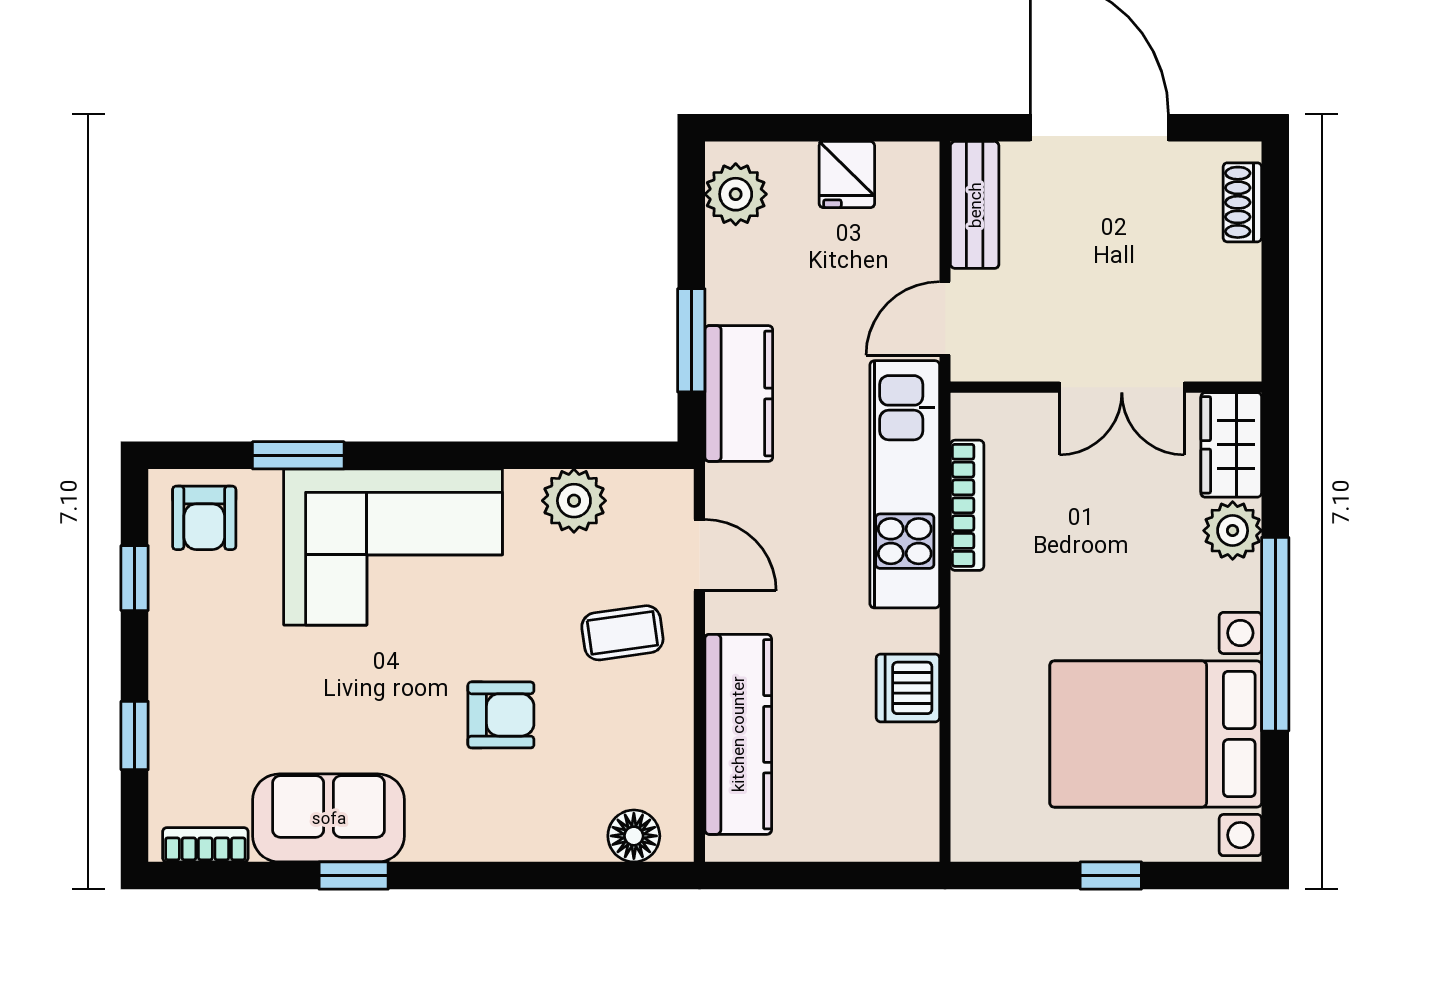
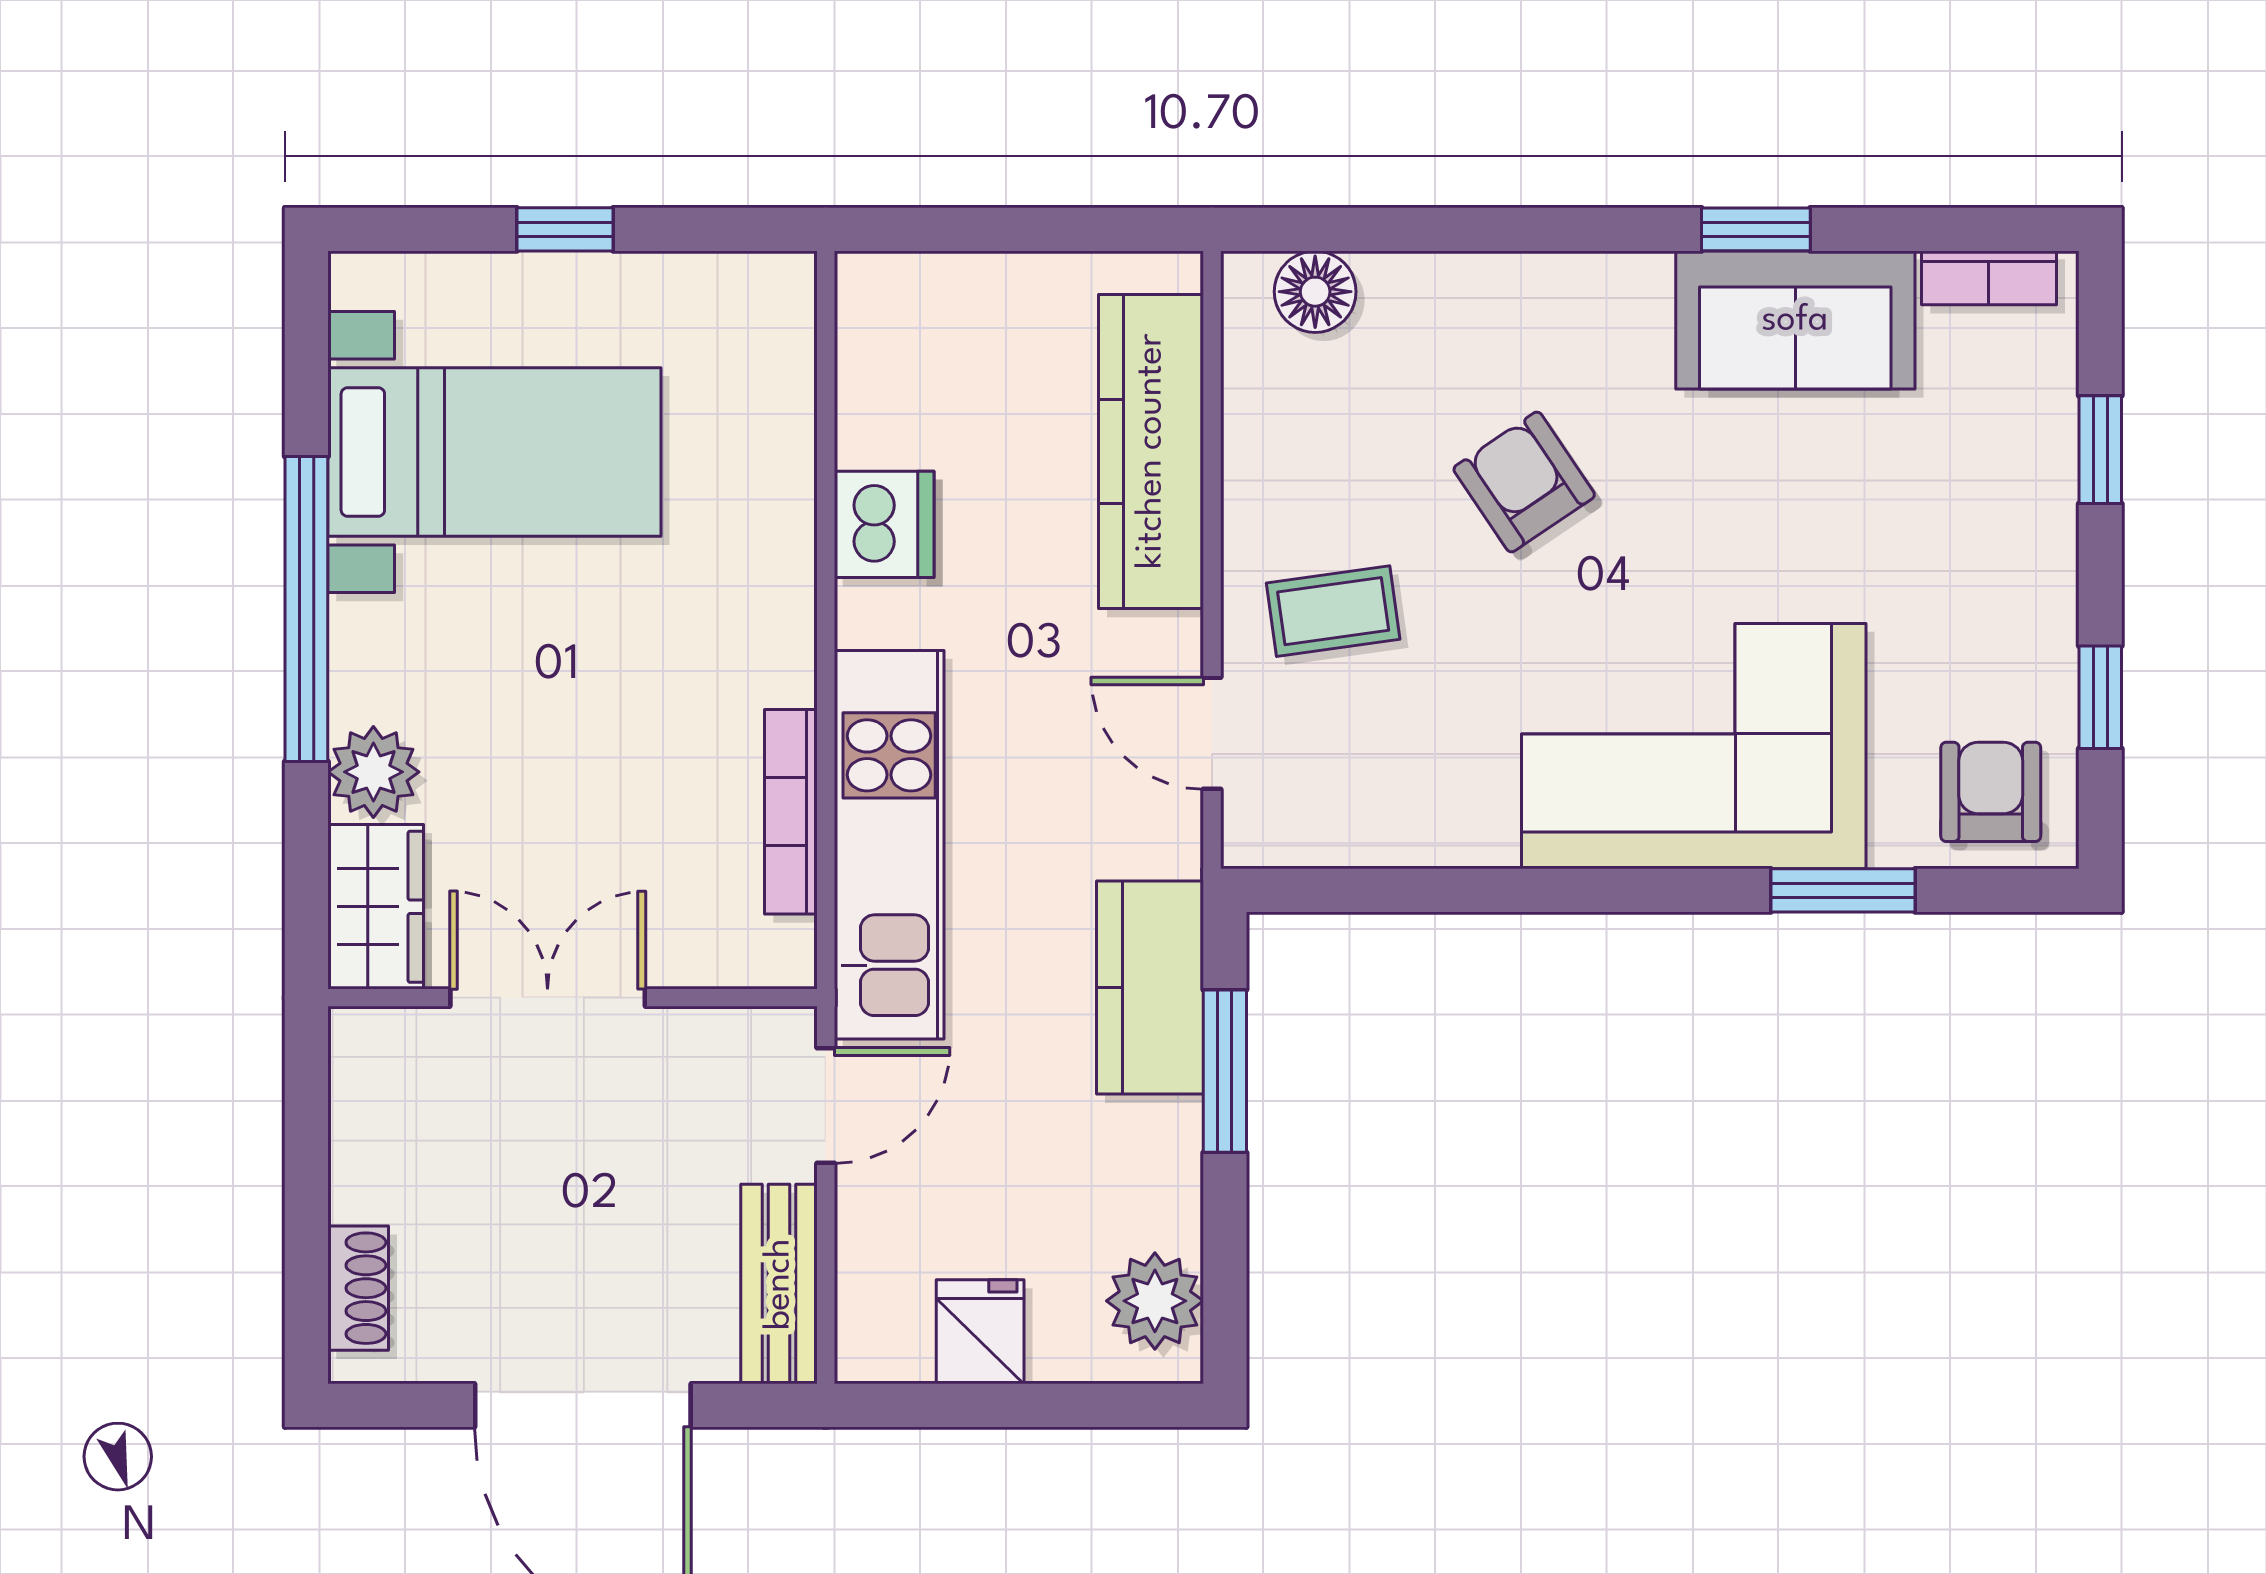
plant: (574, 501) -> (1409, 819), removed
armchair: (501, 715) -> (1524, 482), turned 56
bed with nightstands: (1156, 734) -> (494, 452), width x0.73

